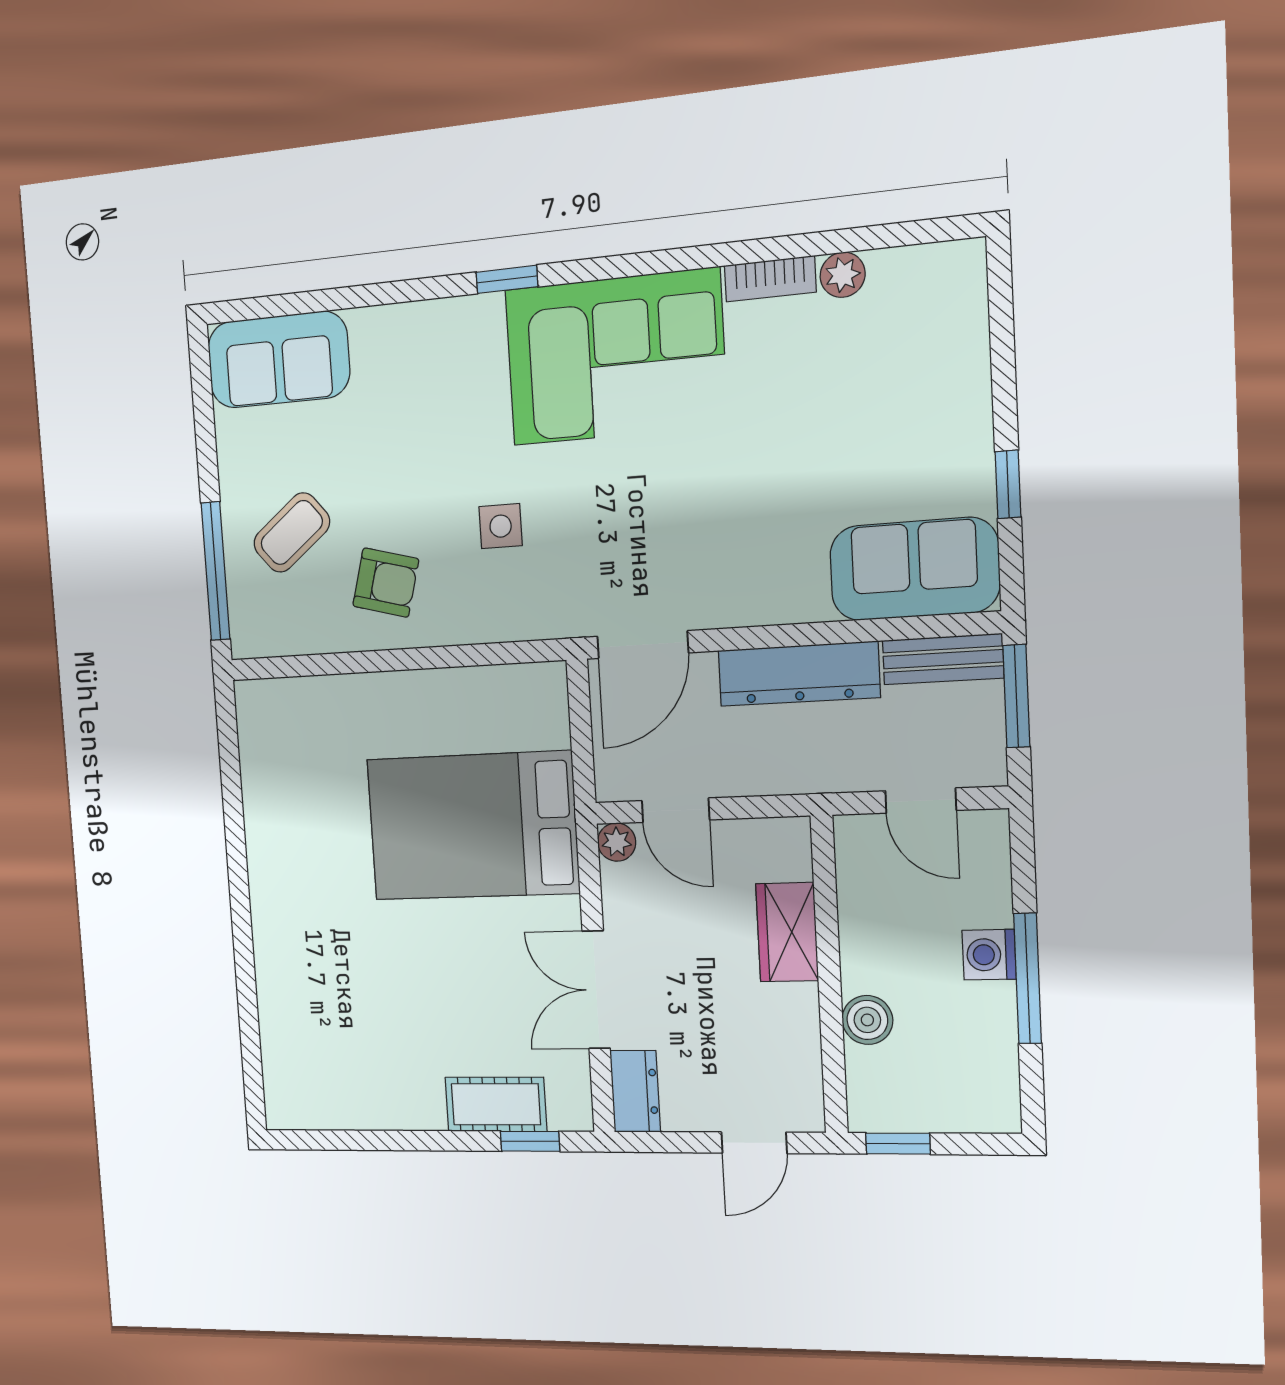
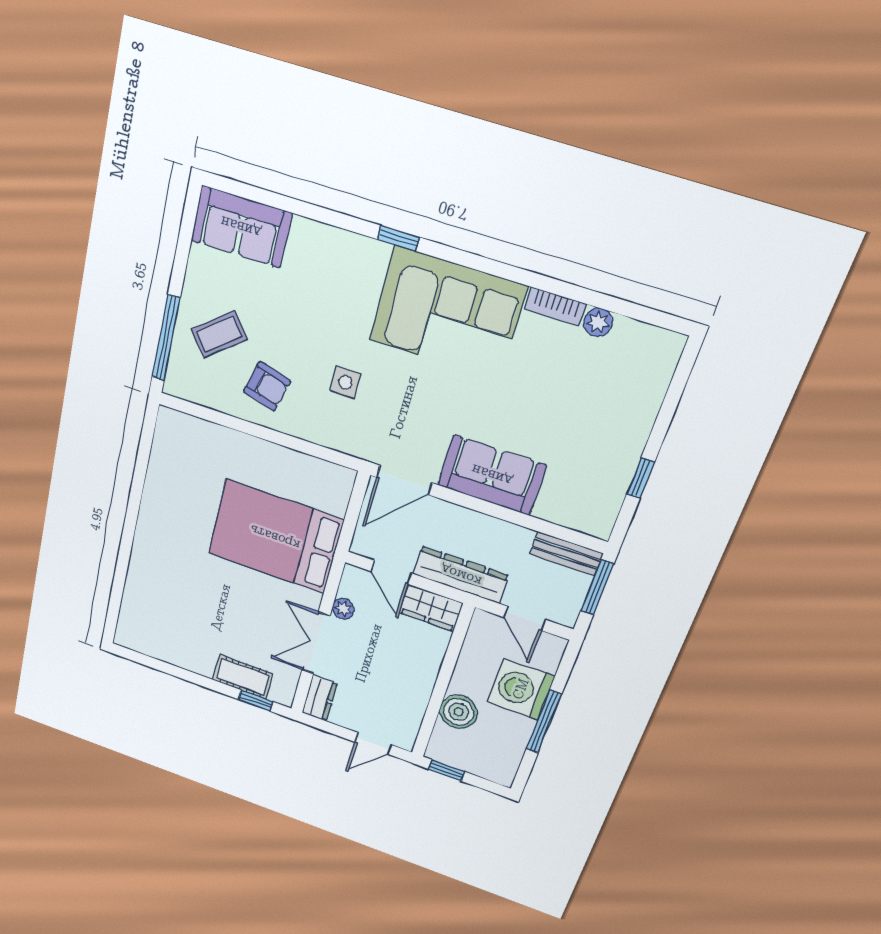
sofa: (914, 569) -> (492, 475), moved
dresser: (799, 674) -> (461, 575), moved, turned 180
plant: (617, 842) -> (343, 609), moved
wardrobe: (787, 932) -> (431, 608), moved, turned -90
washing machine: (989, 955) -> (521, 689), width x1.89, depth x1.89
boiler: (867, 1020) -> (459, 712), width x1.36, depth x1.36

